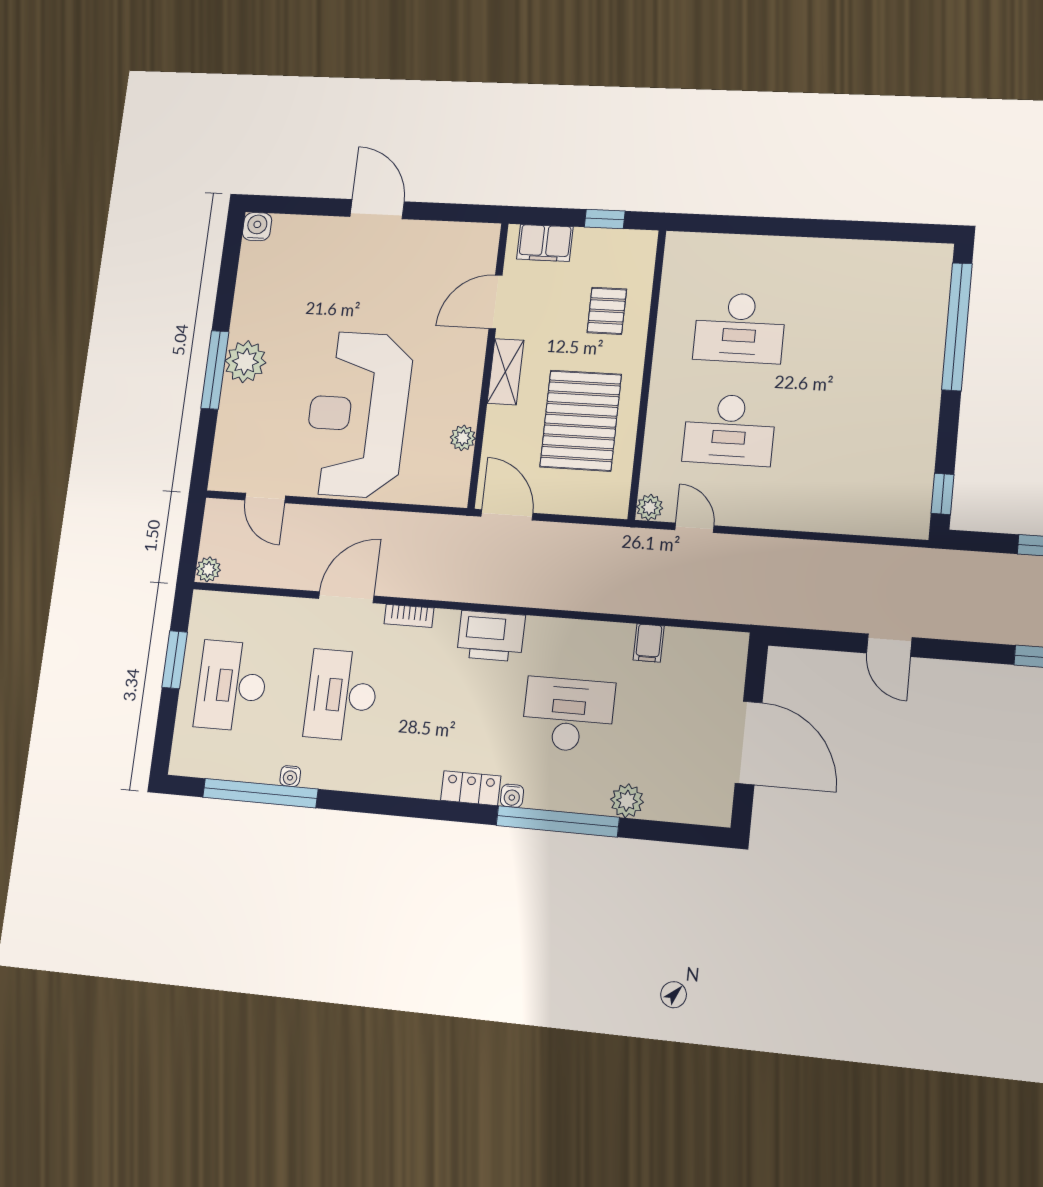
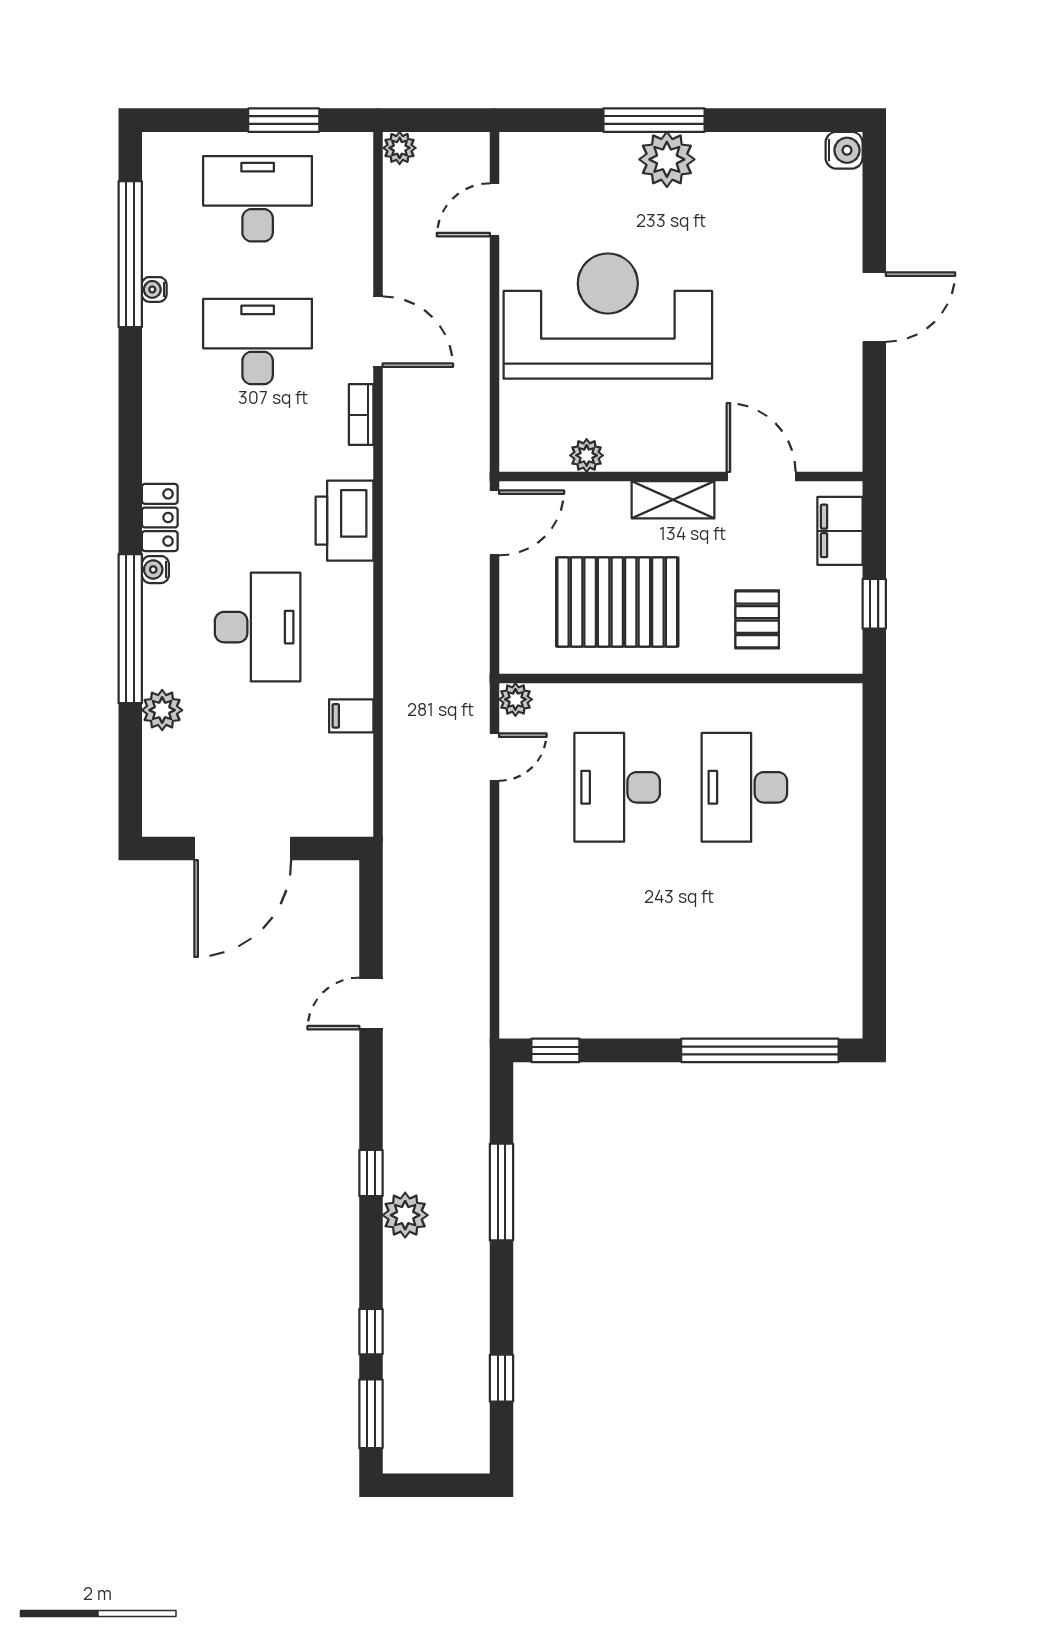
pallet: (607, 311) -> (757, 619), turned 90

